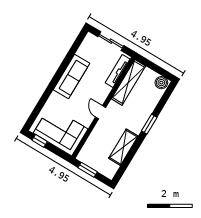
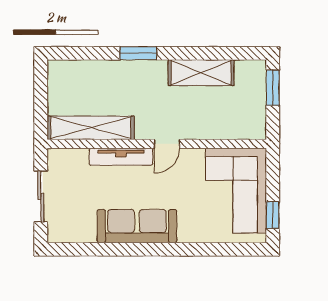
tv unit: (118, 71) -> (121, 157), moved
boiler: (161, 83) -> (59, 74), removed
window: (88, 170) -> (273, 88), moved

